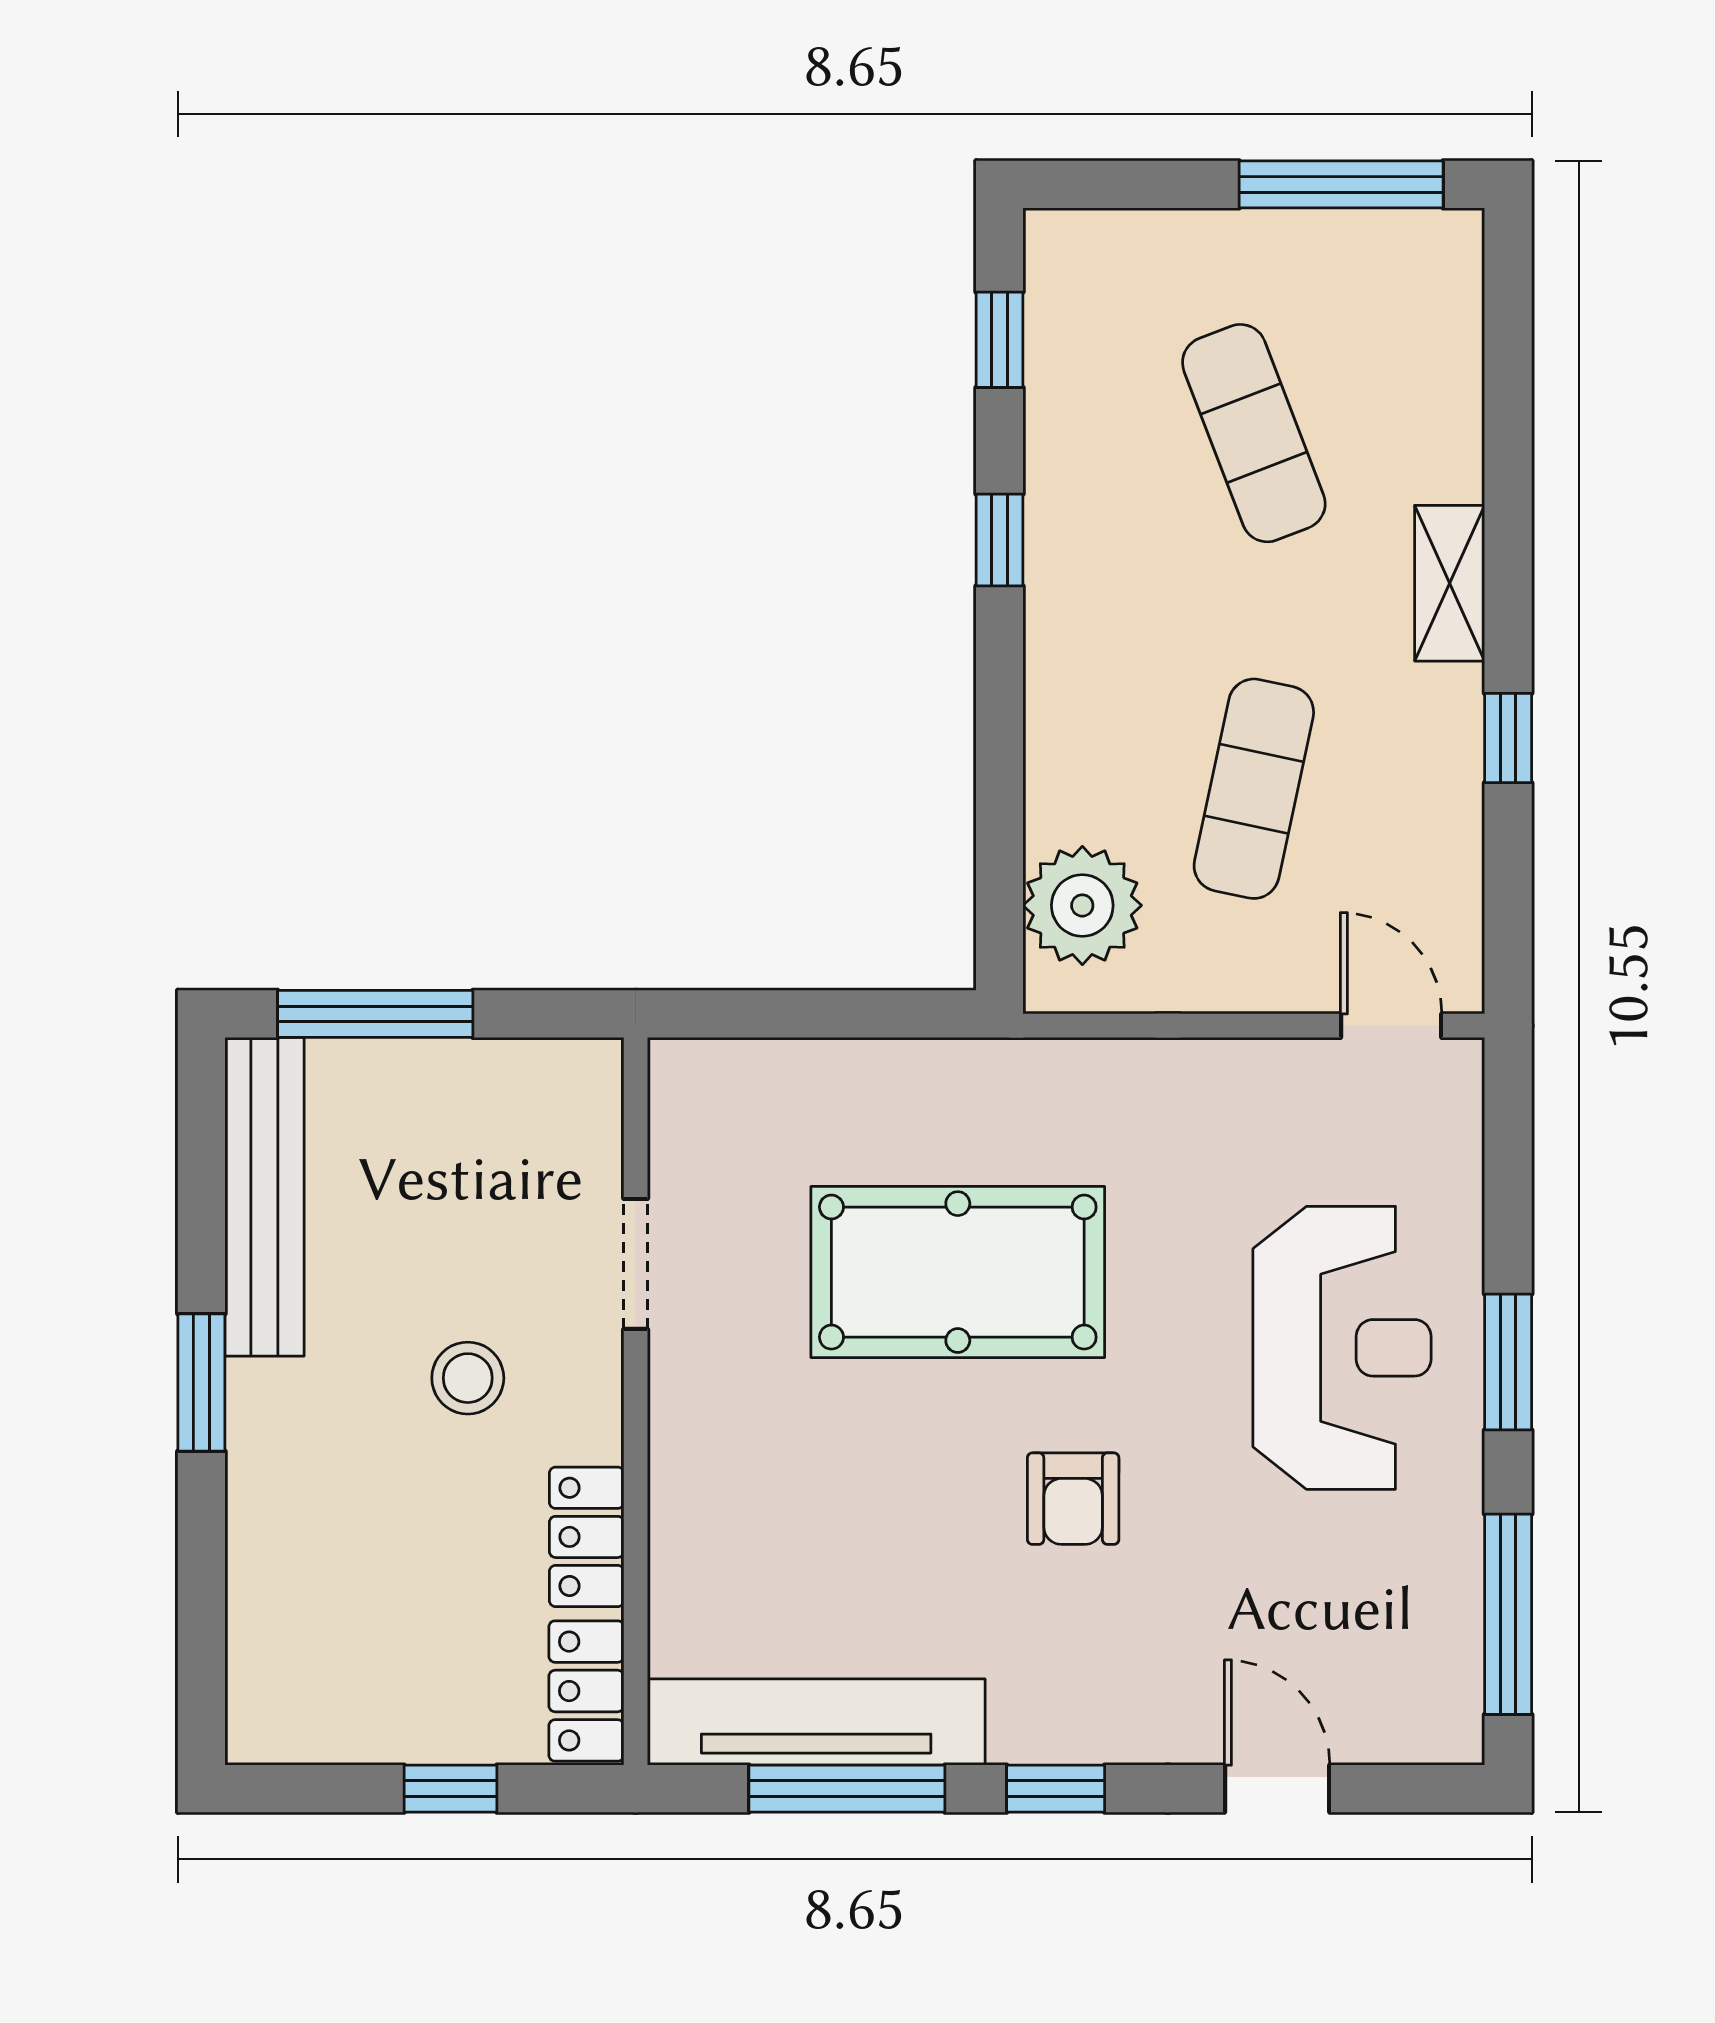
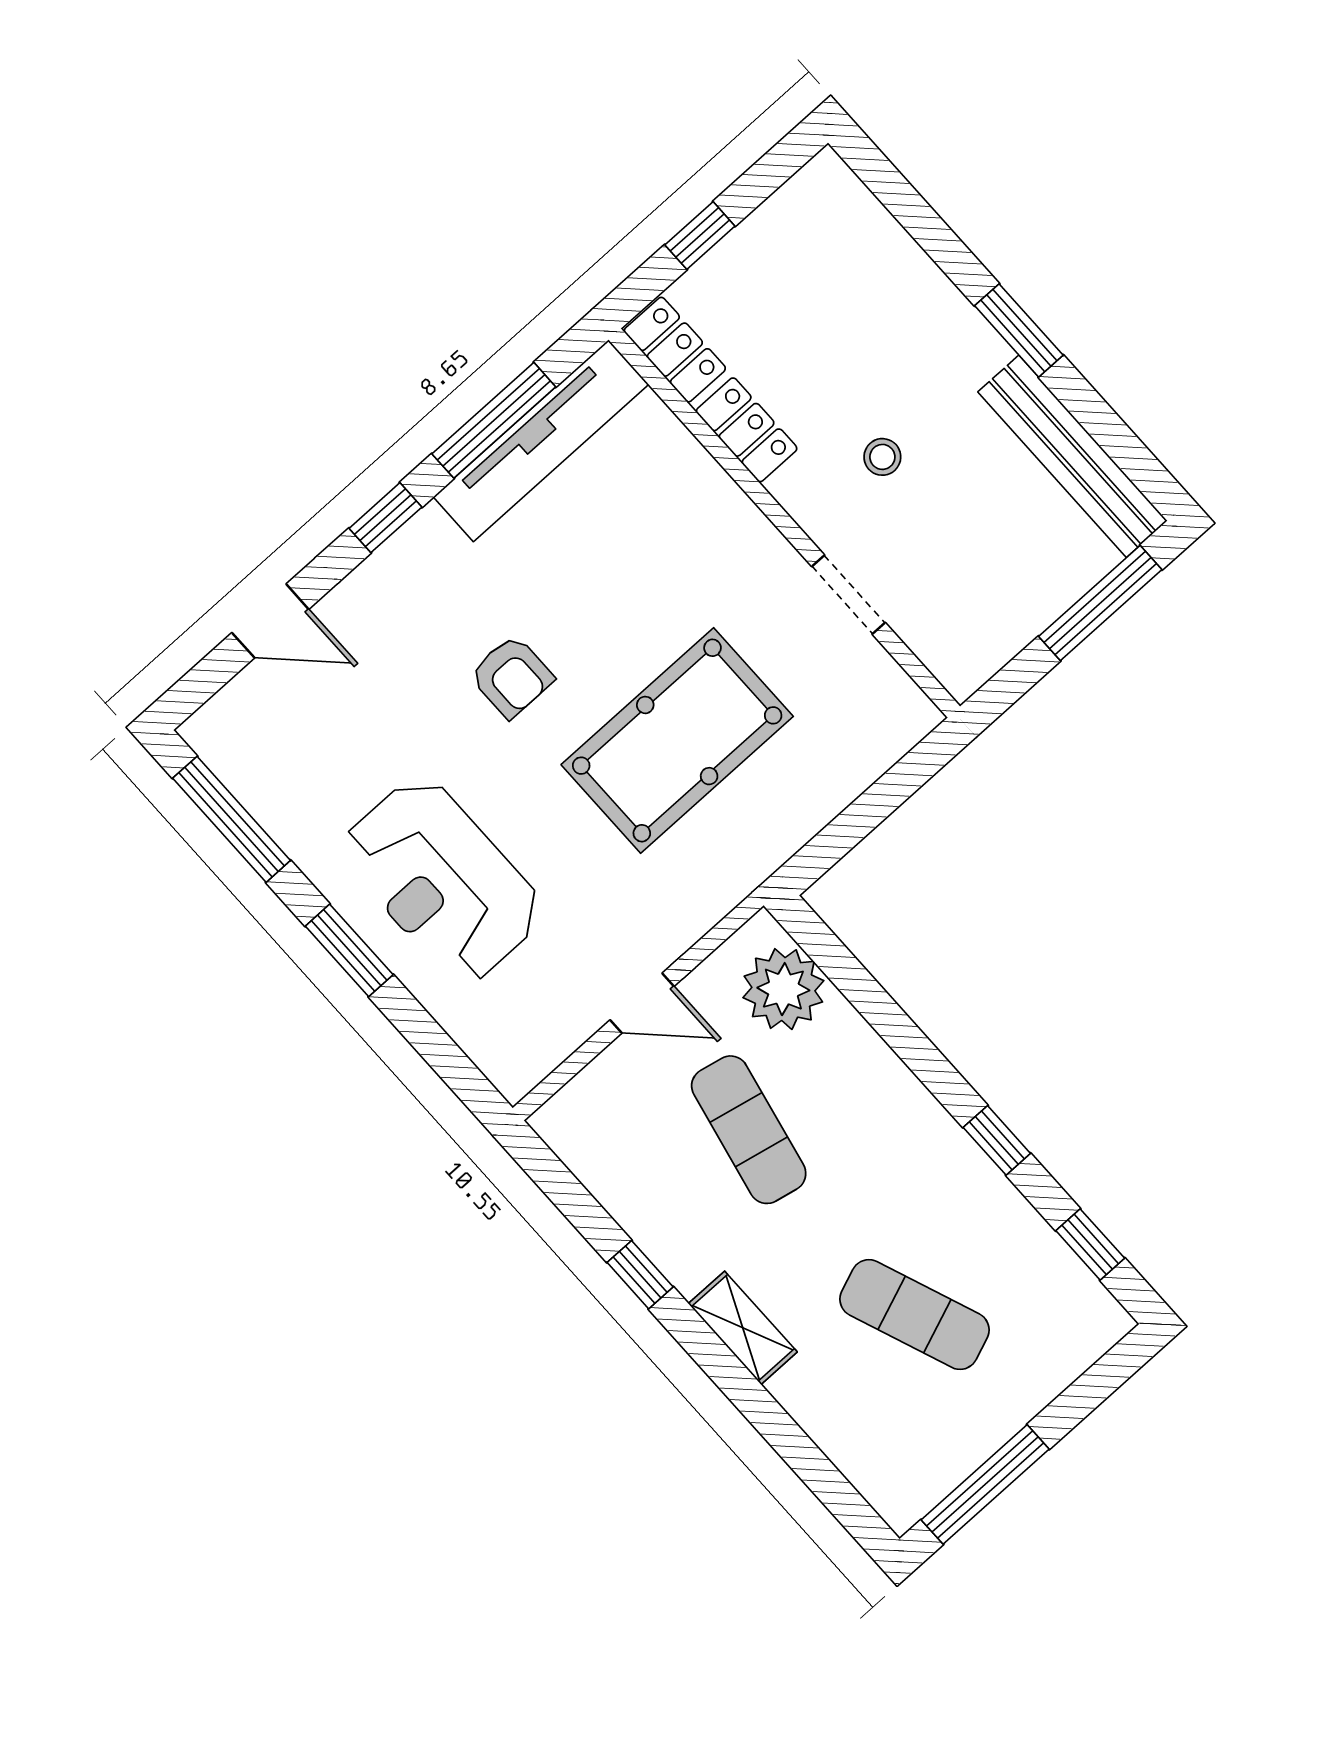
door: (1391, 1026) -> (642, 1003), moved
stool: (468, 1378) -> (882, 457), width x0.73, depth x0.73
armchair: (1073, 1499) -> (512, 677), turned 180

